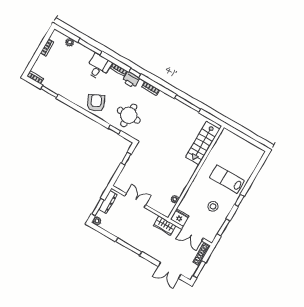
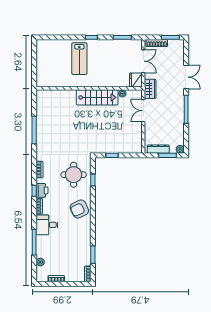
stairs: (203, 143) -> (97, 97), moved
double door: (135, 200) -> (143, 111), moved
stool: (213, 206) -> (110, 57), removed
double door: (169, 270) -> (186, 77), moved

